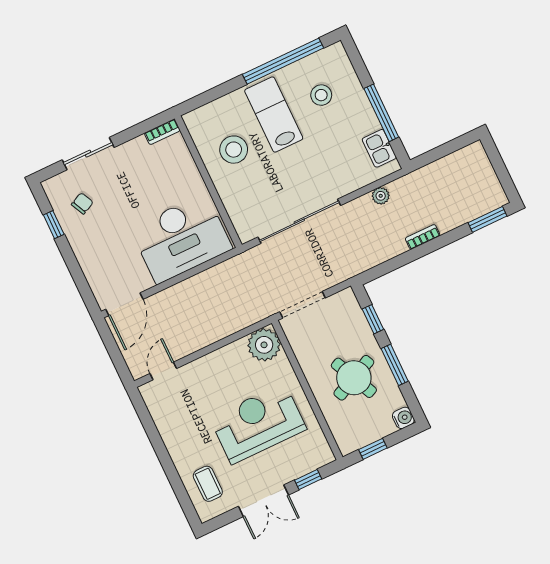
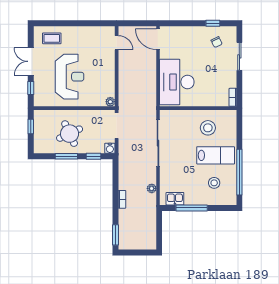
plant: (264, 345) -> (110, 102), width x0.53, depth x0.53
water cooler: (403, 418) -> (110, 148), moved

